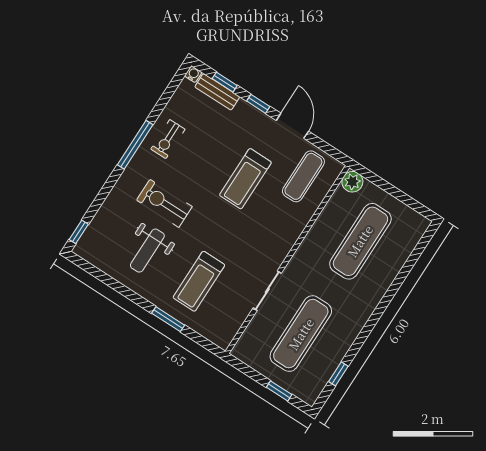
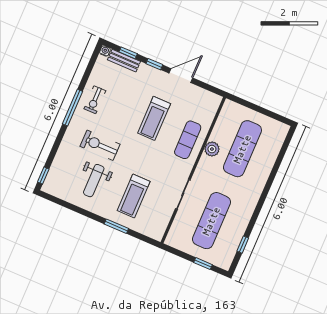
door: (292, 126) -> (181, 76), hinge flipped
exercise mat: (303, 176) -> (188, 140), moved
plant: (352, 182) -> (212, 149), moved

